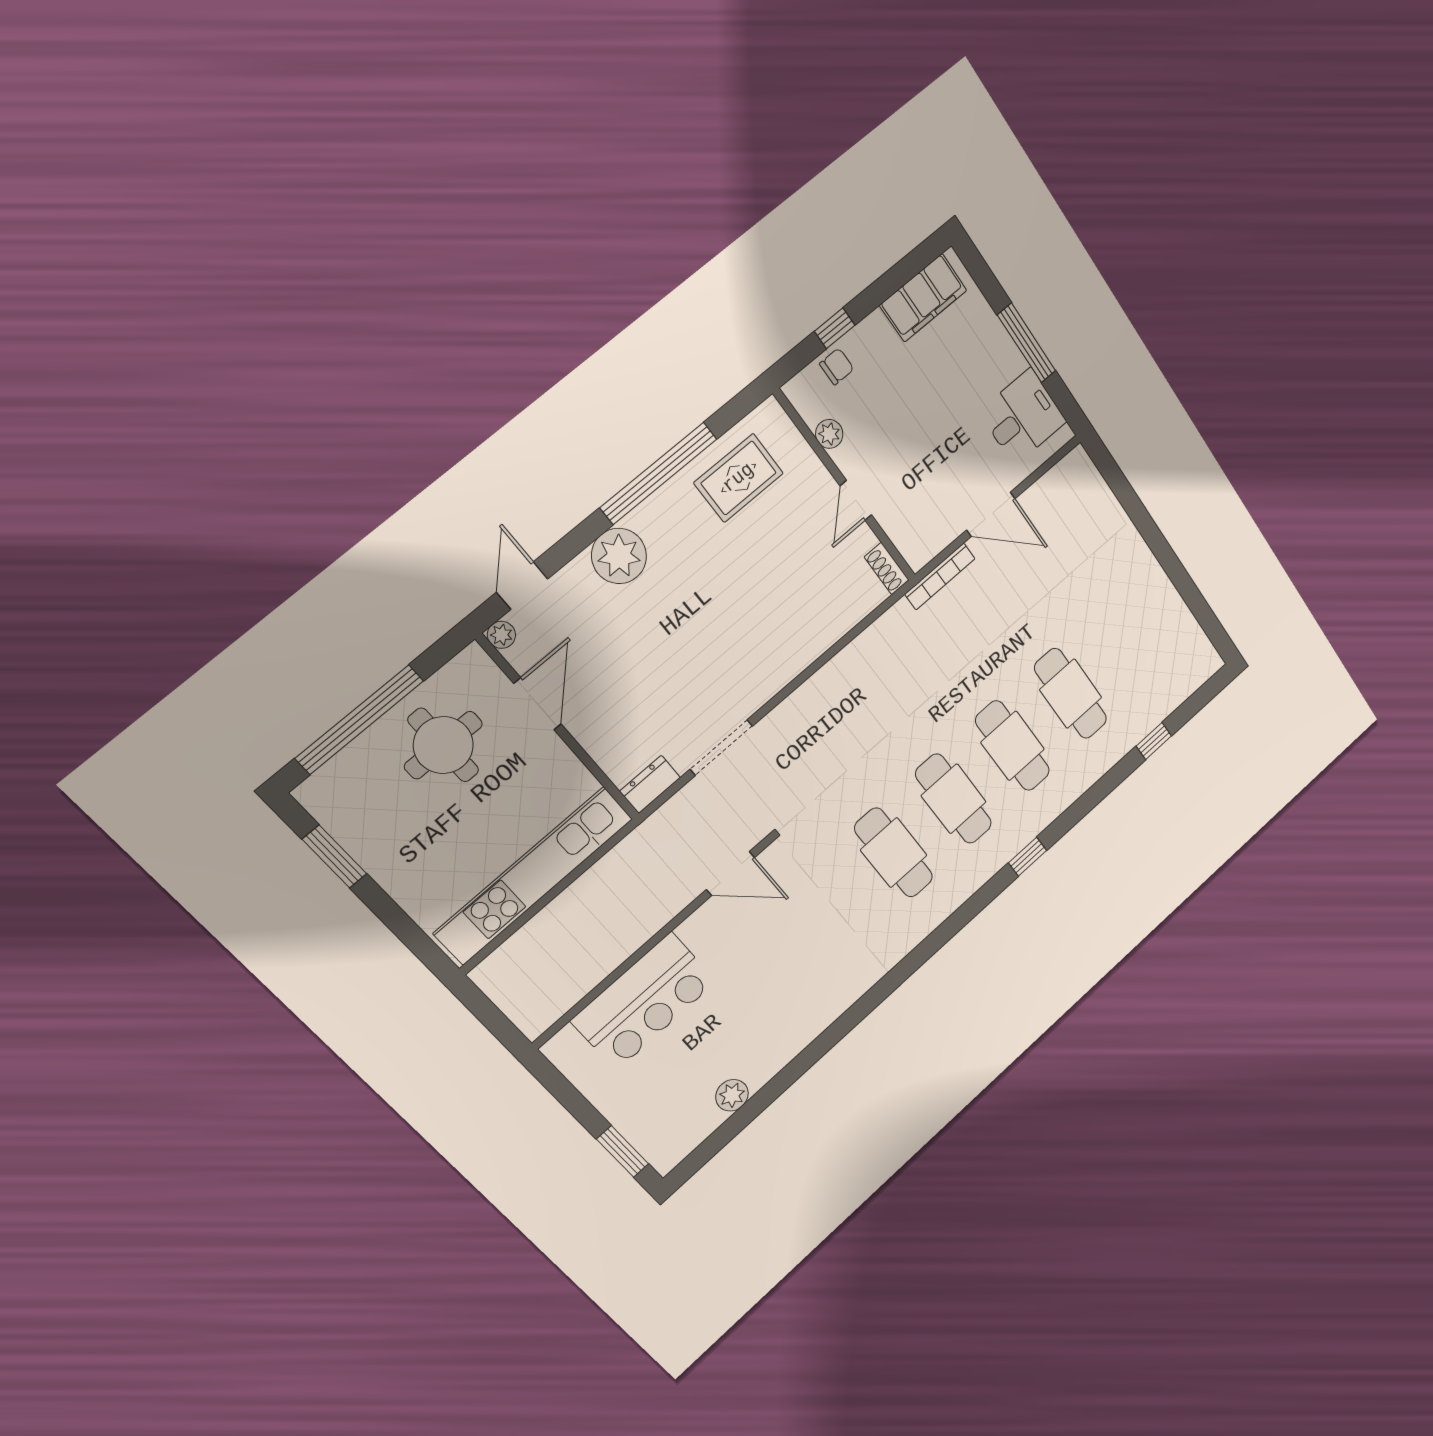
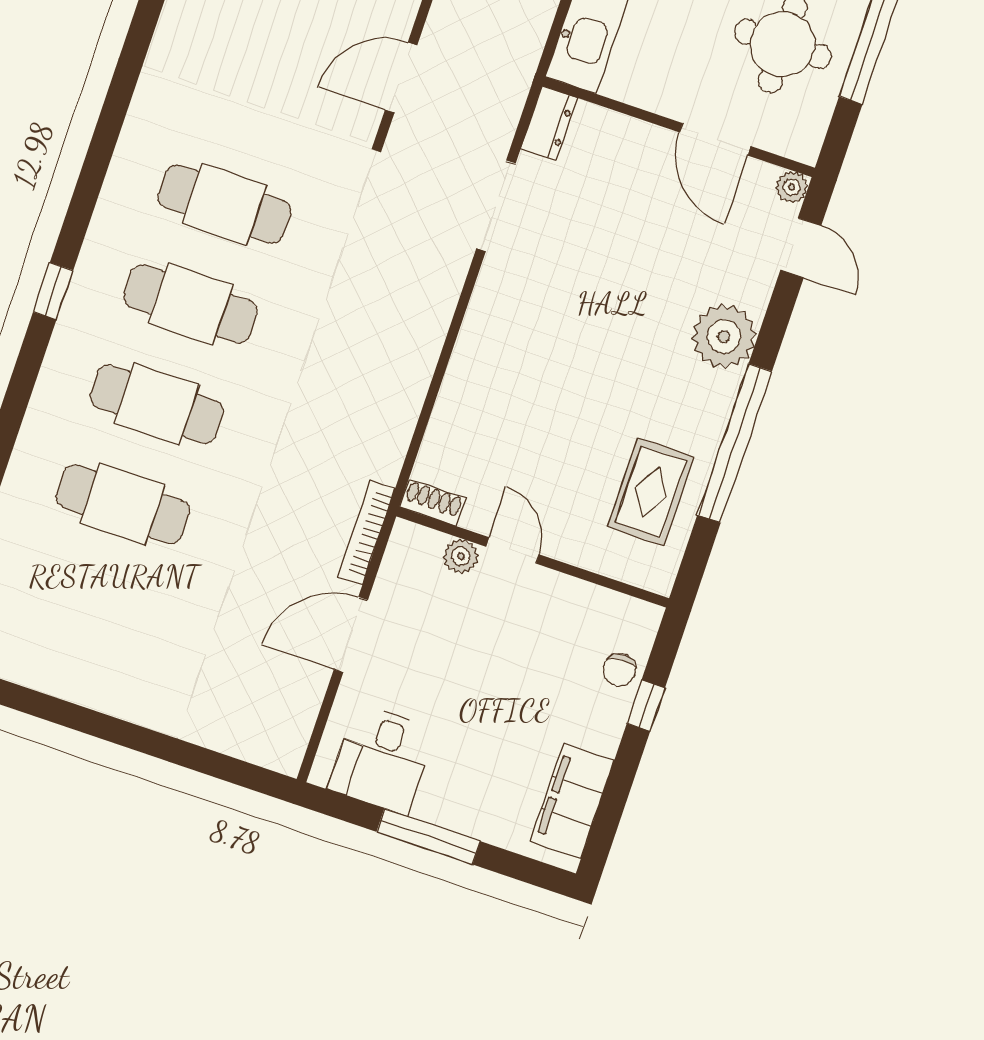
plant: (829, 434) -> (461, 556), moved

